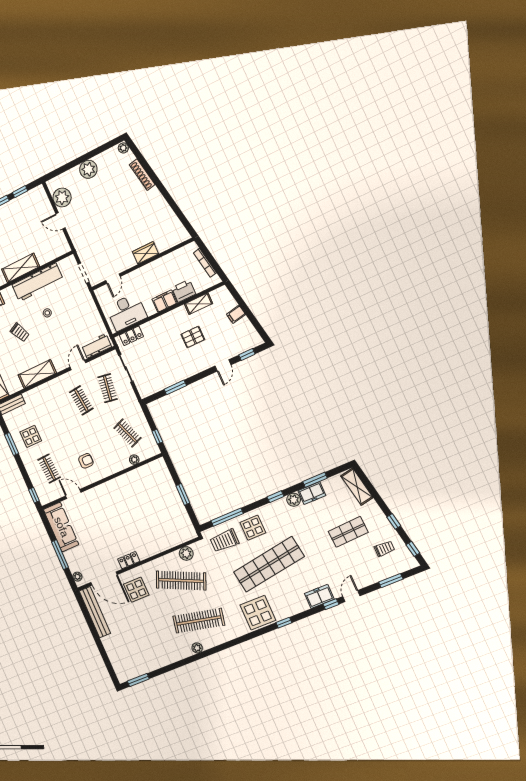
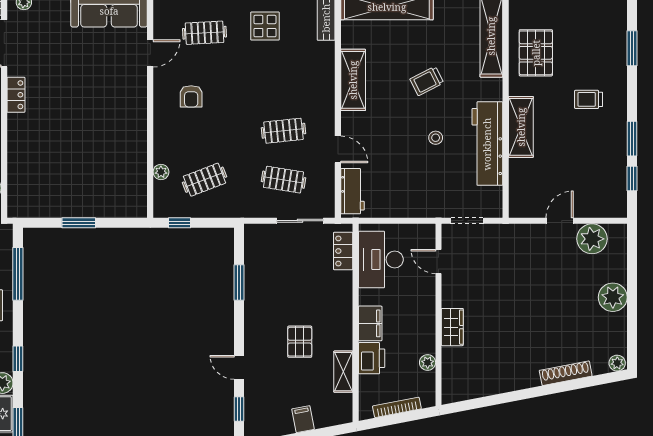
plant: (172, 257) -> (428, 363), added

